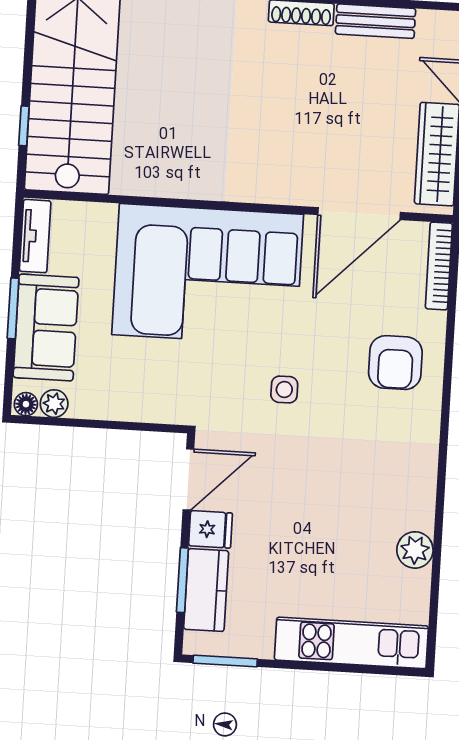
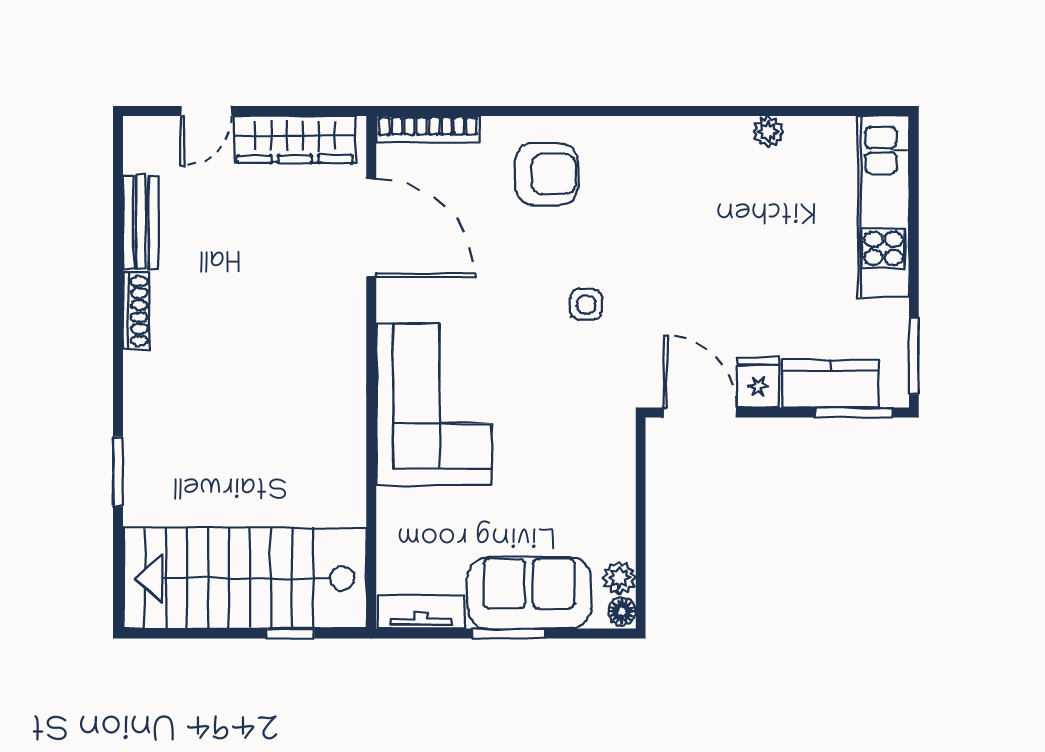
corner sofa: (208, 274) -> (434, 404), width x0.73, depth x0.74
plant: (415, 550) -> (768, 132), width x0.73, depth x0.73
window: (182, 580) -> (854, 412), moved

